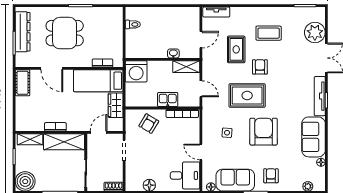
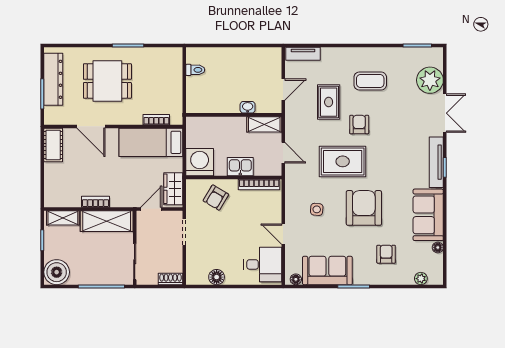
washing machine: (136, 71) -> (200, 162), moved, turned 180
wardrobe: (116, 105) -> (173, 189), moved
armchair: (271, 176) -> (386, 254), moved

